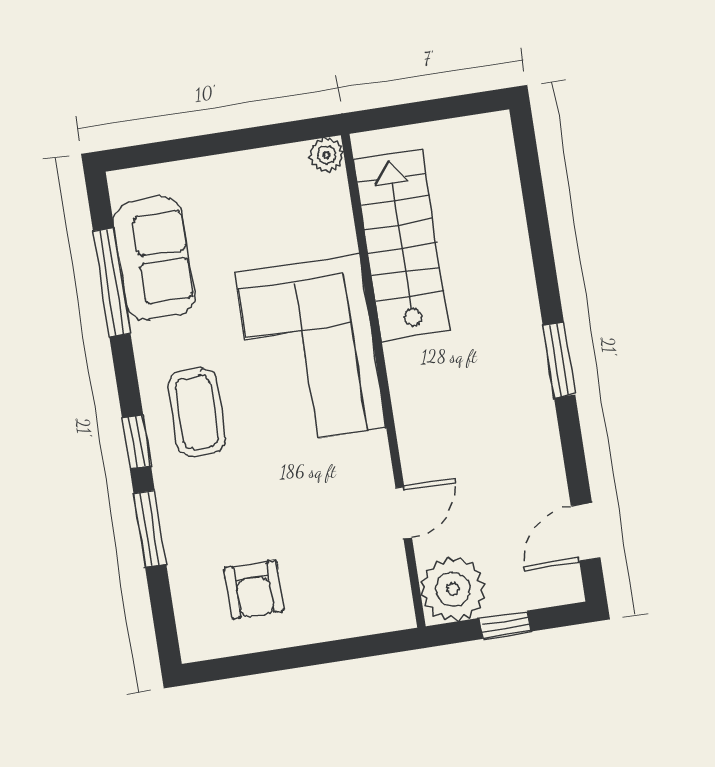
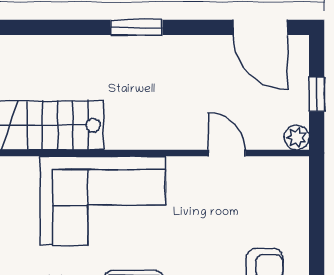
door: (586, 532) -> (260, 27), width x1.38
plant: (453, 589) -> (297, 138), width x0.53, depth x0.53

